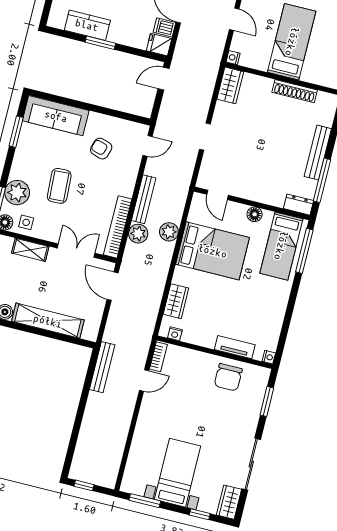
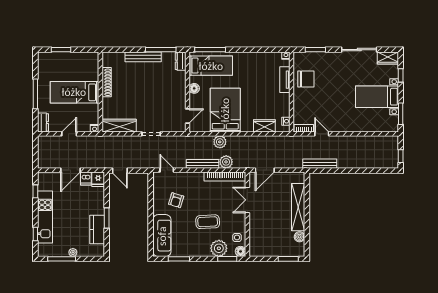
wardrobe: (230, 85) -> (119, 126), width x1.50
shelving: (30, 250) -> (254, 230), removed

